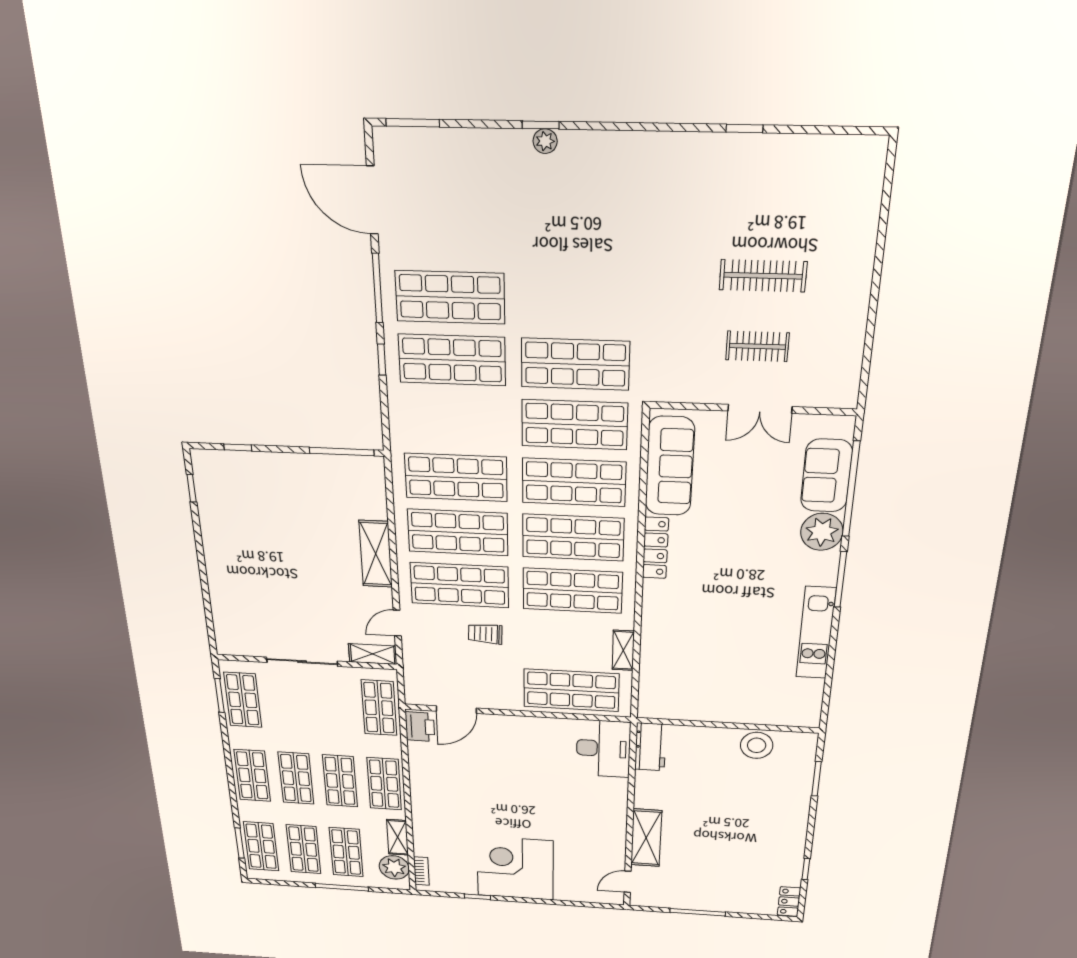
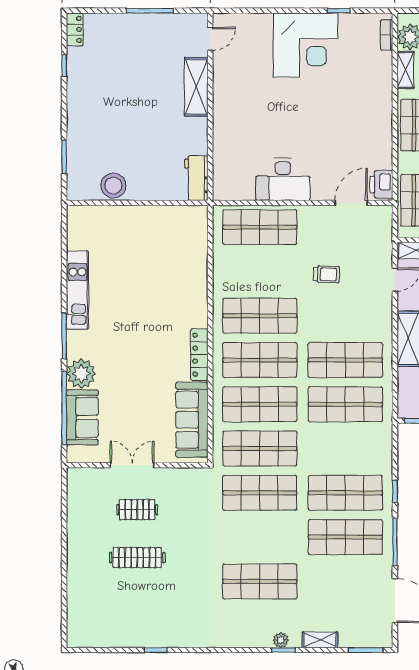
shop shelf: (459, 585) -> (260, 581), moved
shelving: (623, 650) -> (320, 640), moved, turned 90
desk: (603, 749) -> (283, 179), moved, turned -90

